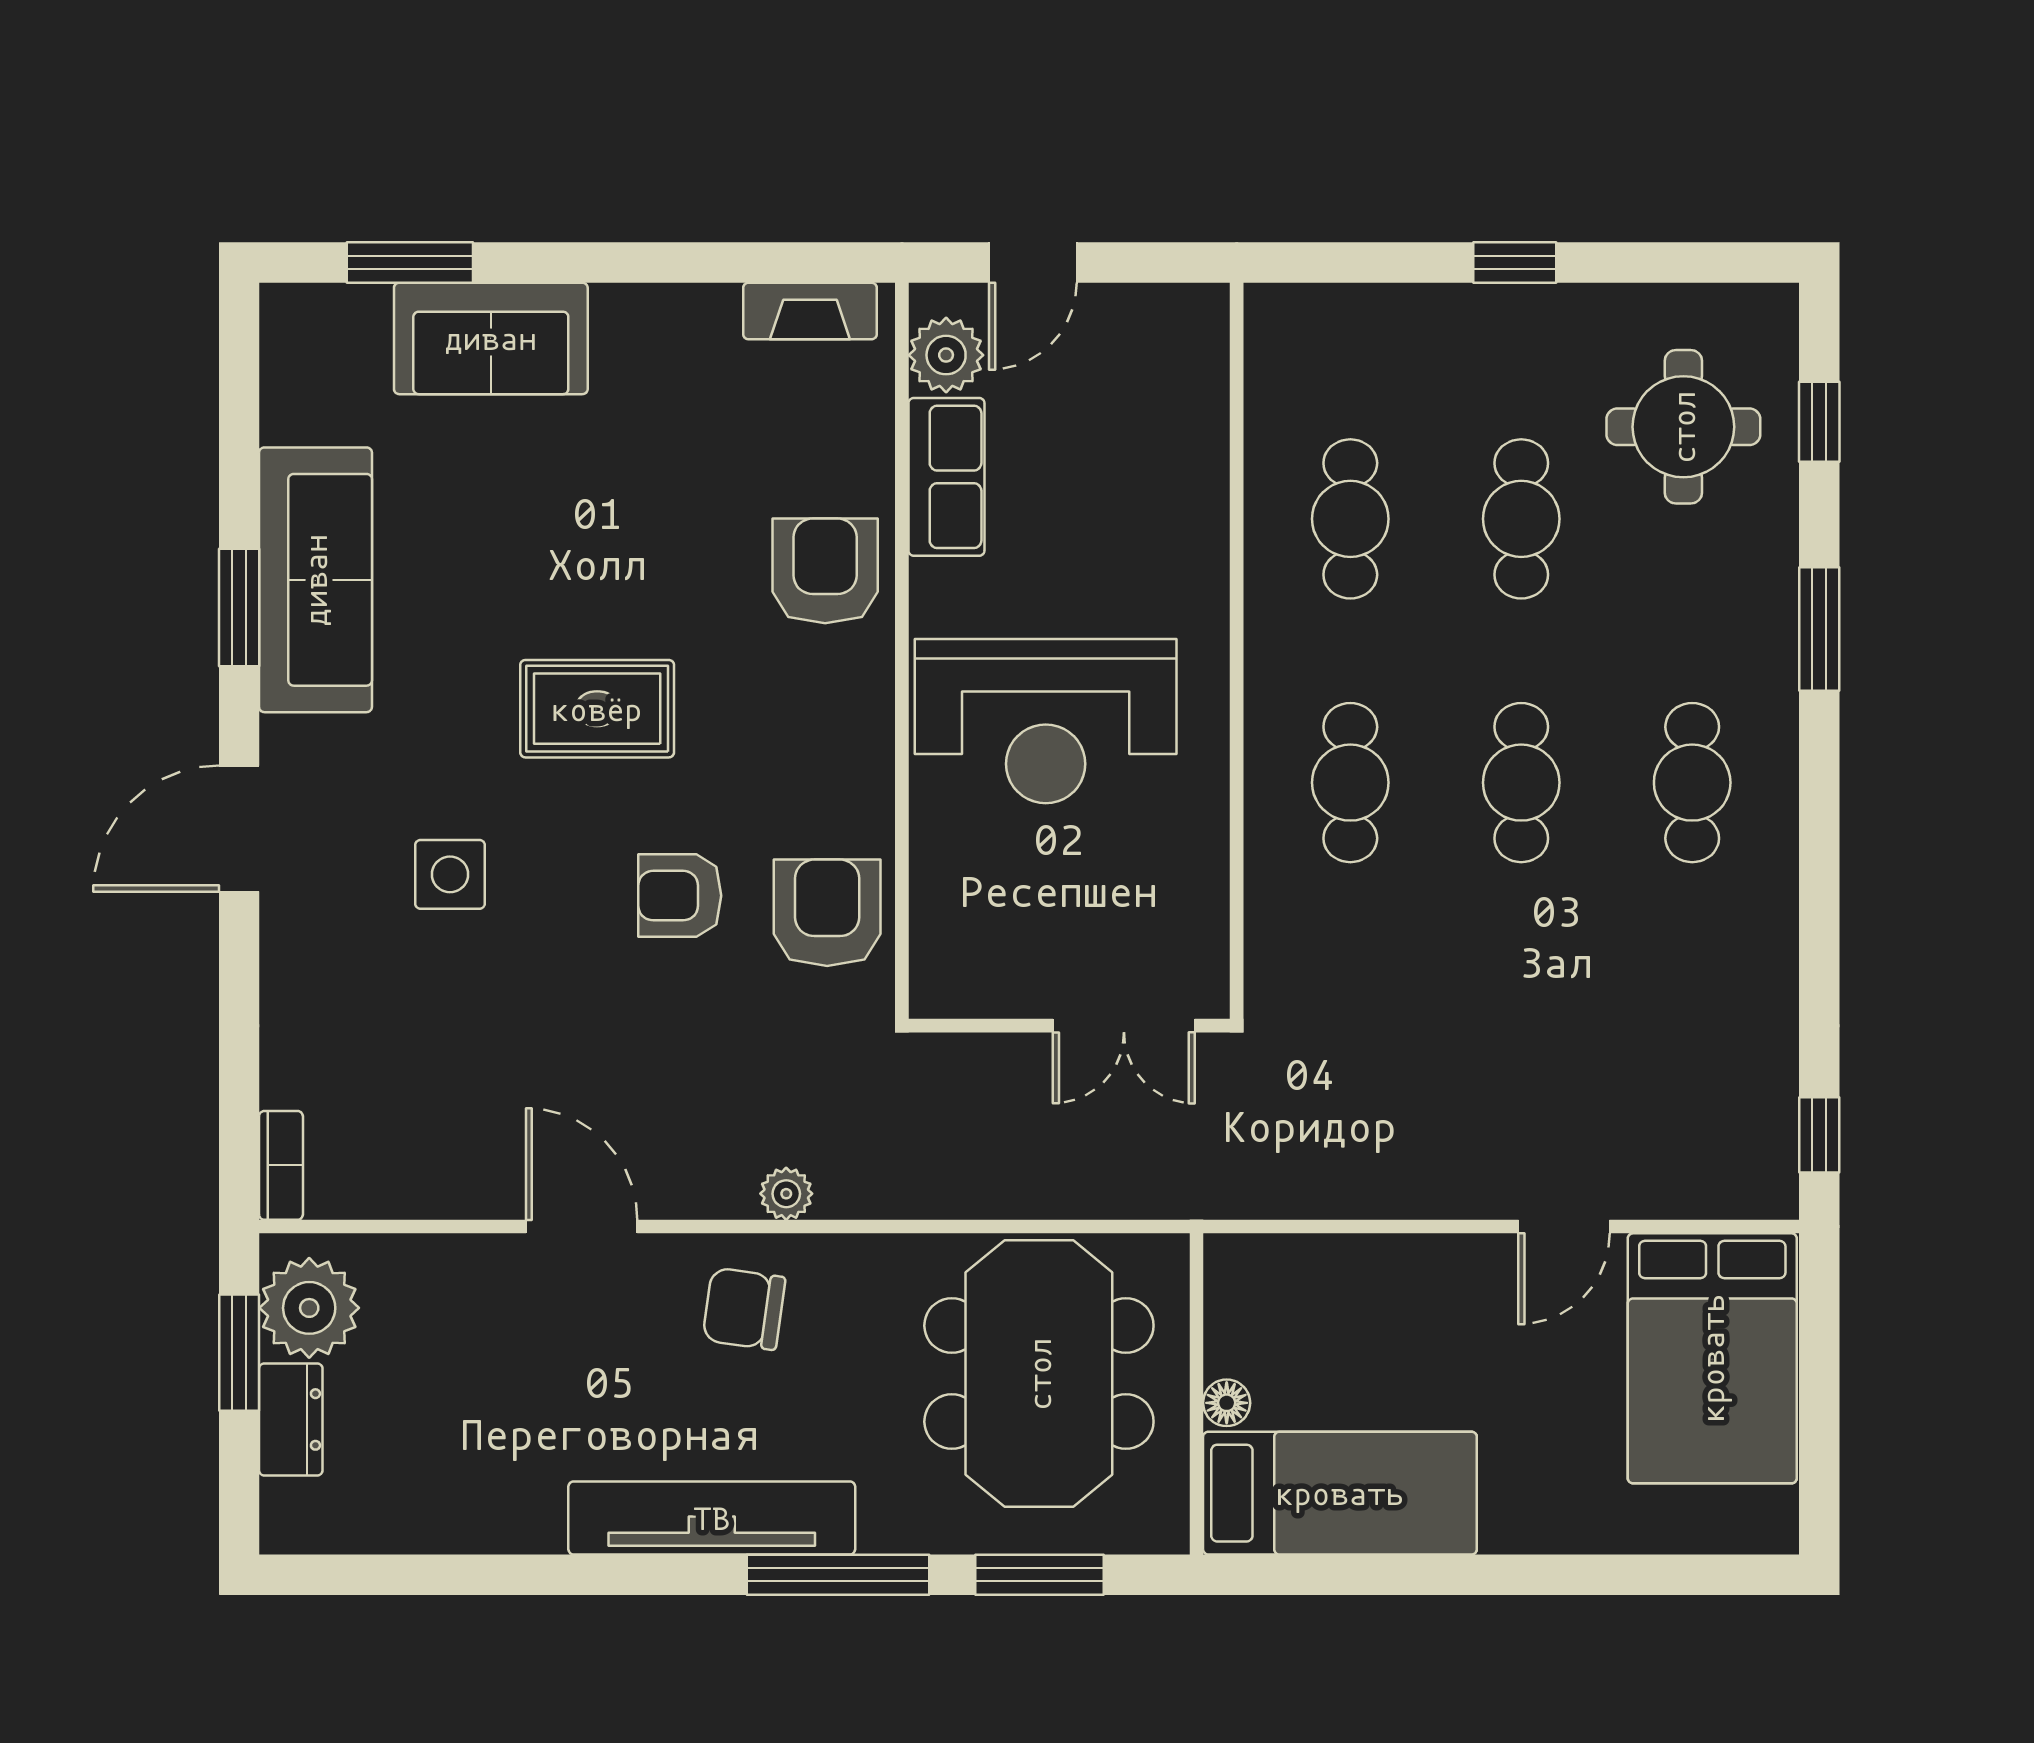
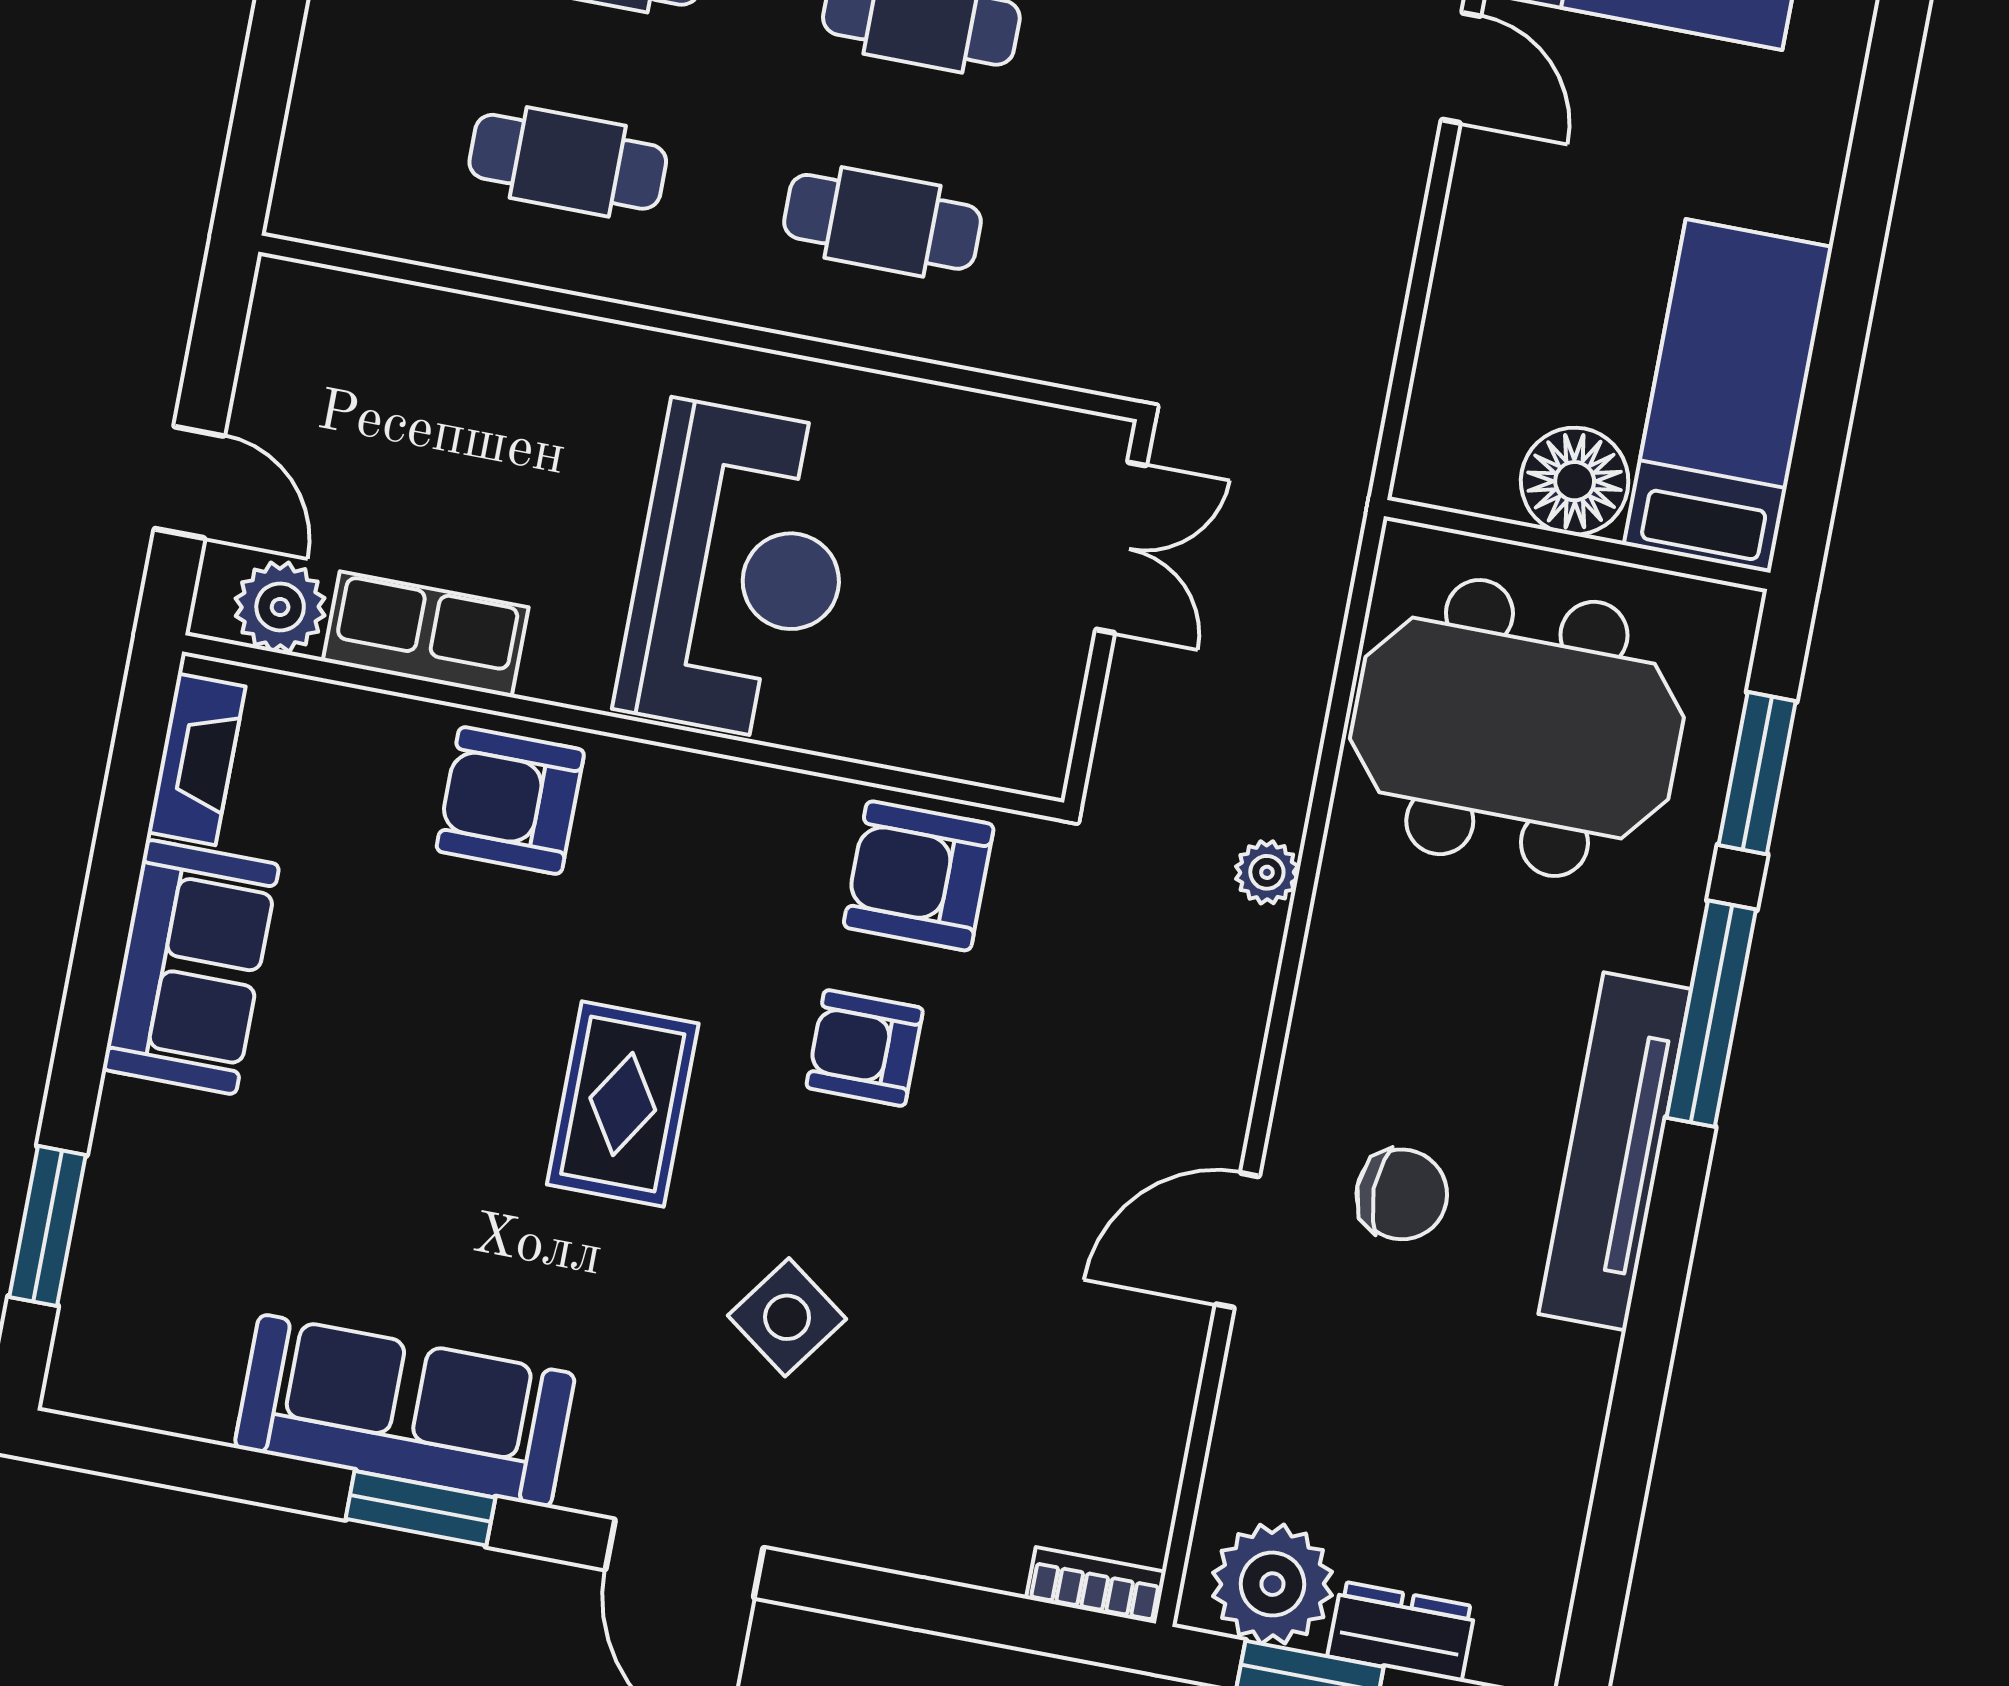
sofa: (491, 338) -> (191, 967), moved
side table: (450, 874) -> (787, 1317), turned 36
armchair: (680, 896) -> (865, 1048), turned 90
plant: (786, 1194) -> (1267, 872), moved
chair: (744, 1309) -> (1402, 1194), moved, turned -98
floor lamp: (1227, 1403) -> (1575, 481), width x1.89, depth x1.89

